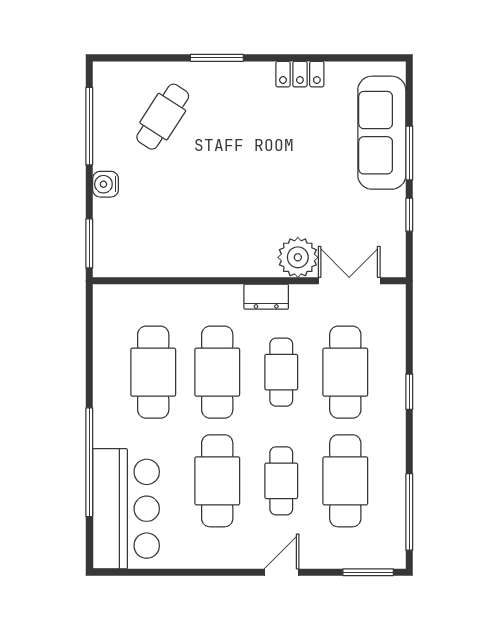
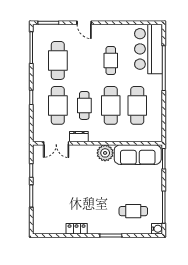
cafe table: (163, 117) -> (133, 211), turned 57
sofa: (382, 133) -> (138, 155), moved, turned 90
water cooler: (106, 184) -> (157, 229), moved
plant: (298, 257) -> (105, 153), moved
dresser: (266, 297) -> (79, 137), moved
cafe table: (217, 481) -> (111, 60), width x0.73, depth x0.74
cafe table: (281, 481) -> (84, 60), removed
door: (282, 572) -> (84, 23), hinge flipped

